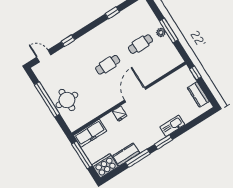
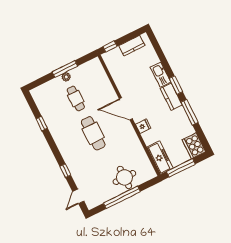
cafe table: (108, 65) -> (93, 133), width x1.37, depth x1.35
kitchen counter: (126, 154) -> (171, 97), moved

